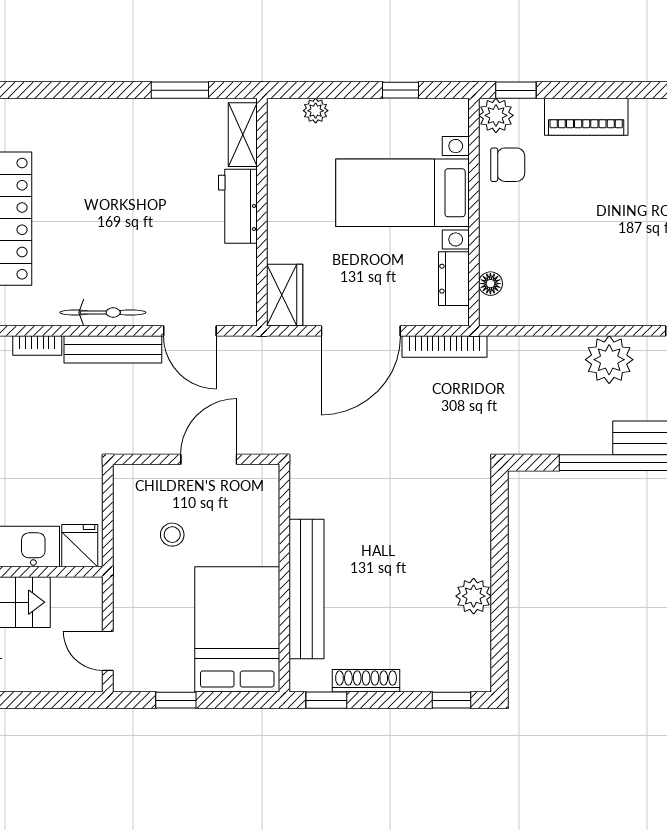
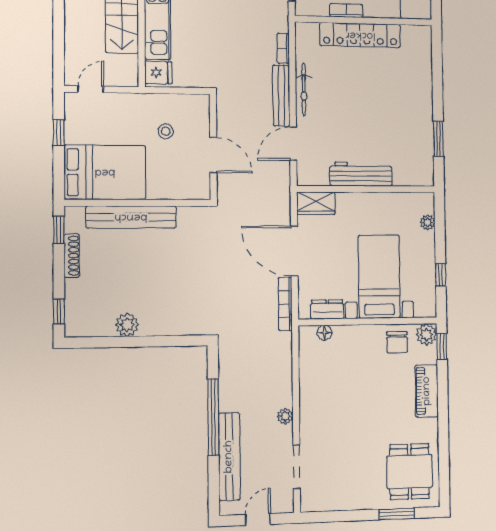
shelving: (243, 135) -> (413, 177), removed
workbench: (238, 206) -> (361, 174), width x1.37
plant: (609, 360) -> (285, 416), width x0.53, depth x0.53

